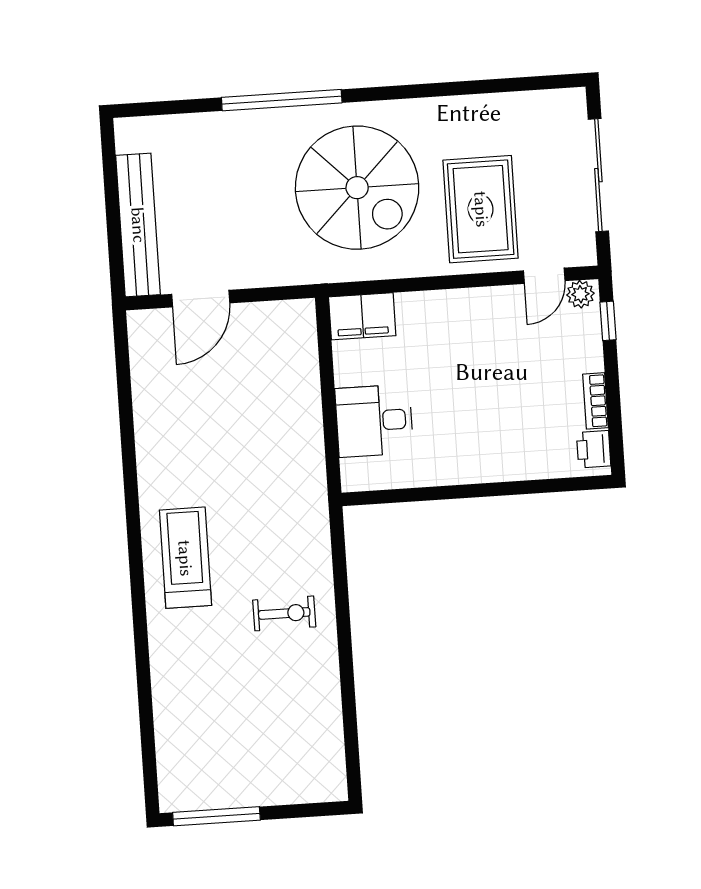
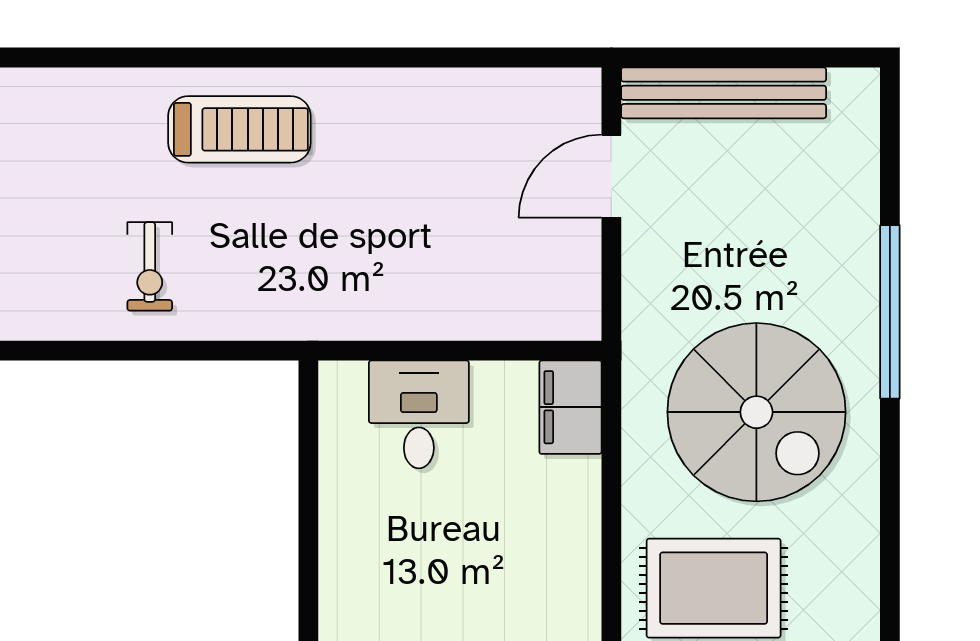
spiral stairs: (357, 188) -> (756, 412), turned -90
door: (201, 299) -> (611, 176), hinge flipped

